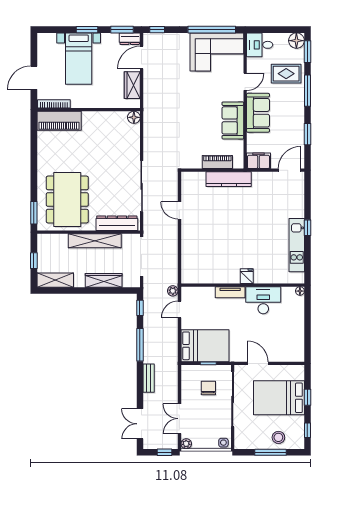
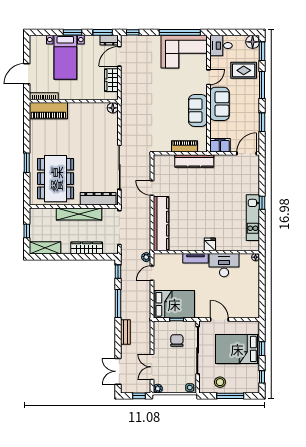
window: (34, 213) -> (27, 163), moved
kitchen counter: (190, 252) -> (161, 224), added
stool: (278, 437) -> (220, 382), moved

